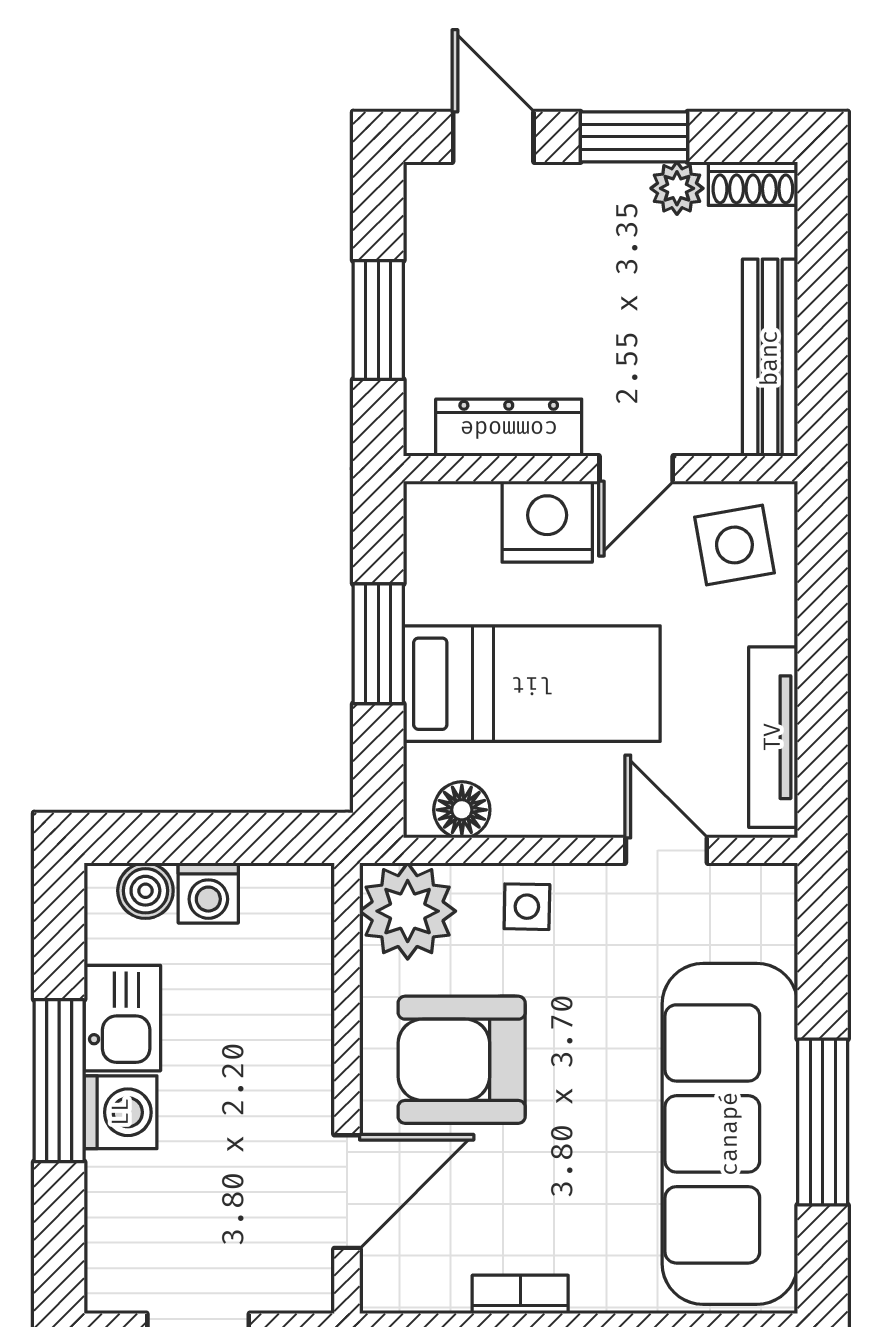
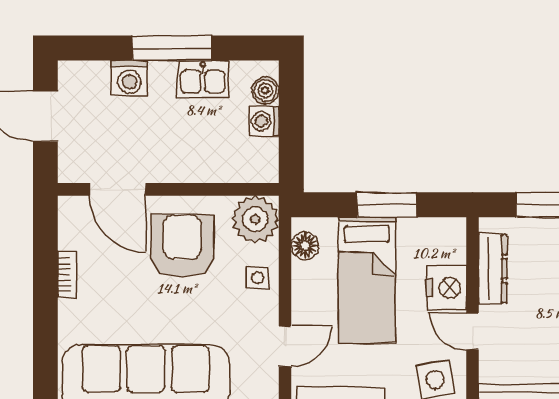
washing machine: (121, 1112) -> (129, 78), moved

